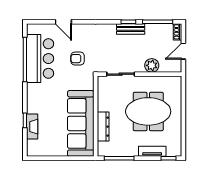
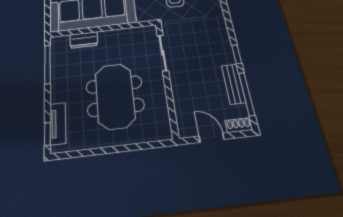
bench: (131, 29) -> (233, 84), moved
plant: (152, 65) -> (182, 93), removed
dresser: (103, 127) -> (84, 40), width x0.70
tv unit: (152, 151) -> (58, 124), moved

